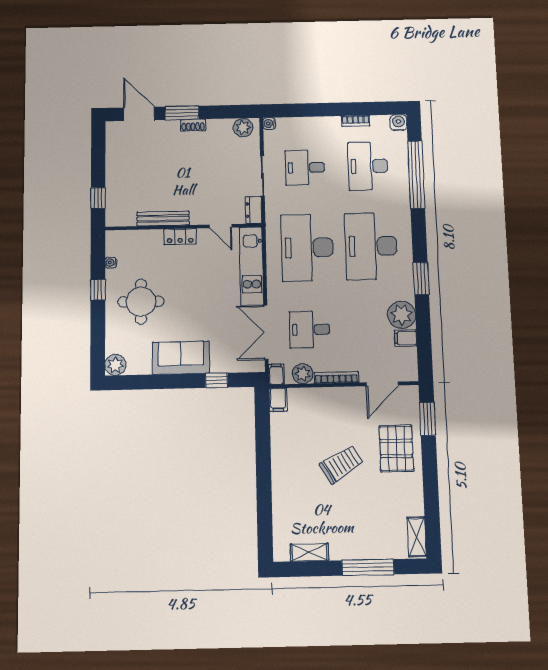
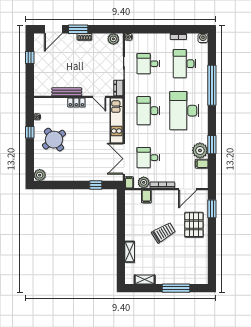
door: (139, 114) -> (53, 29), swing flipped
window: (416, 175) -> (212, 85), moved
window: (98, 198) -> (30, 58), moved
desk: (307, 248) -> (148, 111), width x0.73, depth x0.77
window: (421, 278) -> (212, 145), moved
round table: (141, 302) -> (54, 140), turned -37
sofa: (181, 358) -> (76, 172), removed
filing cabinet: (278, 400) -> (146, 196), moved
shelving: (417, 537) -> (130, 252), moved

